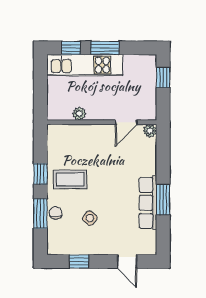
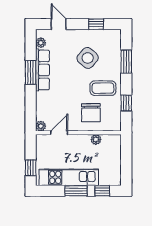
kitchen unit: (85, 65) -> (69, 177), moved
window: (40, 174) -> (126, 103), moved
chair: (56, 213) -> (91, 113), moved, width x1.87, depth x1.87
side table: (90, 218) -> (88, 58), width x1.87, depth x1.87
plant: (150, 238) -> (41, 43), added

